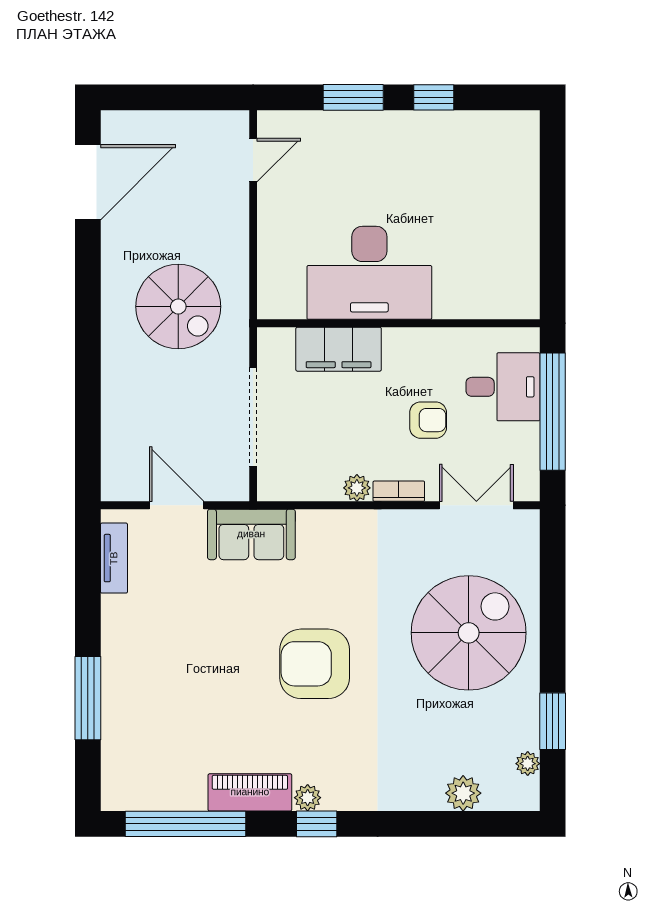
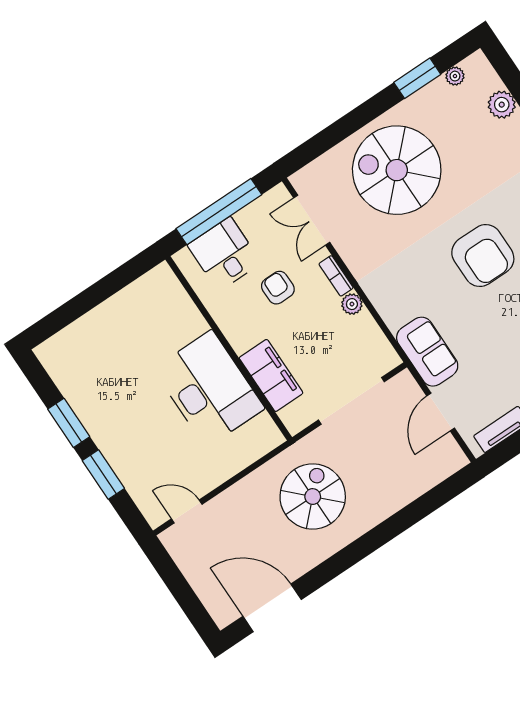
window: (434, 97) -> (69, 423), width x1.50

